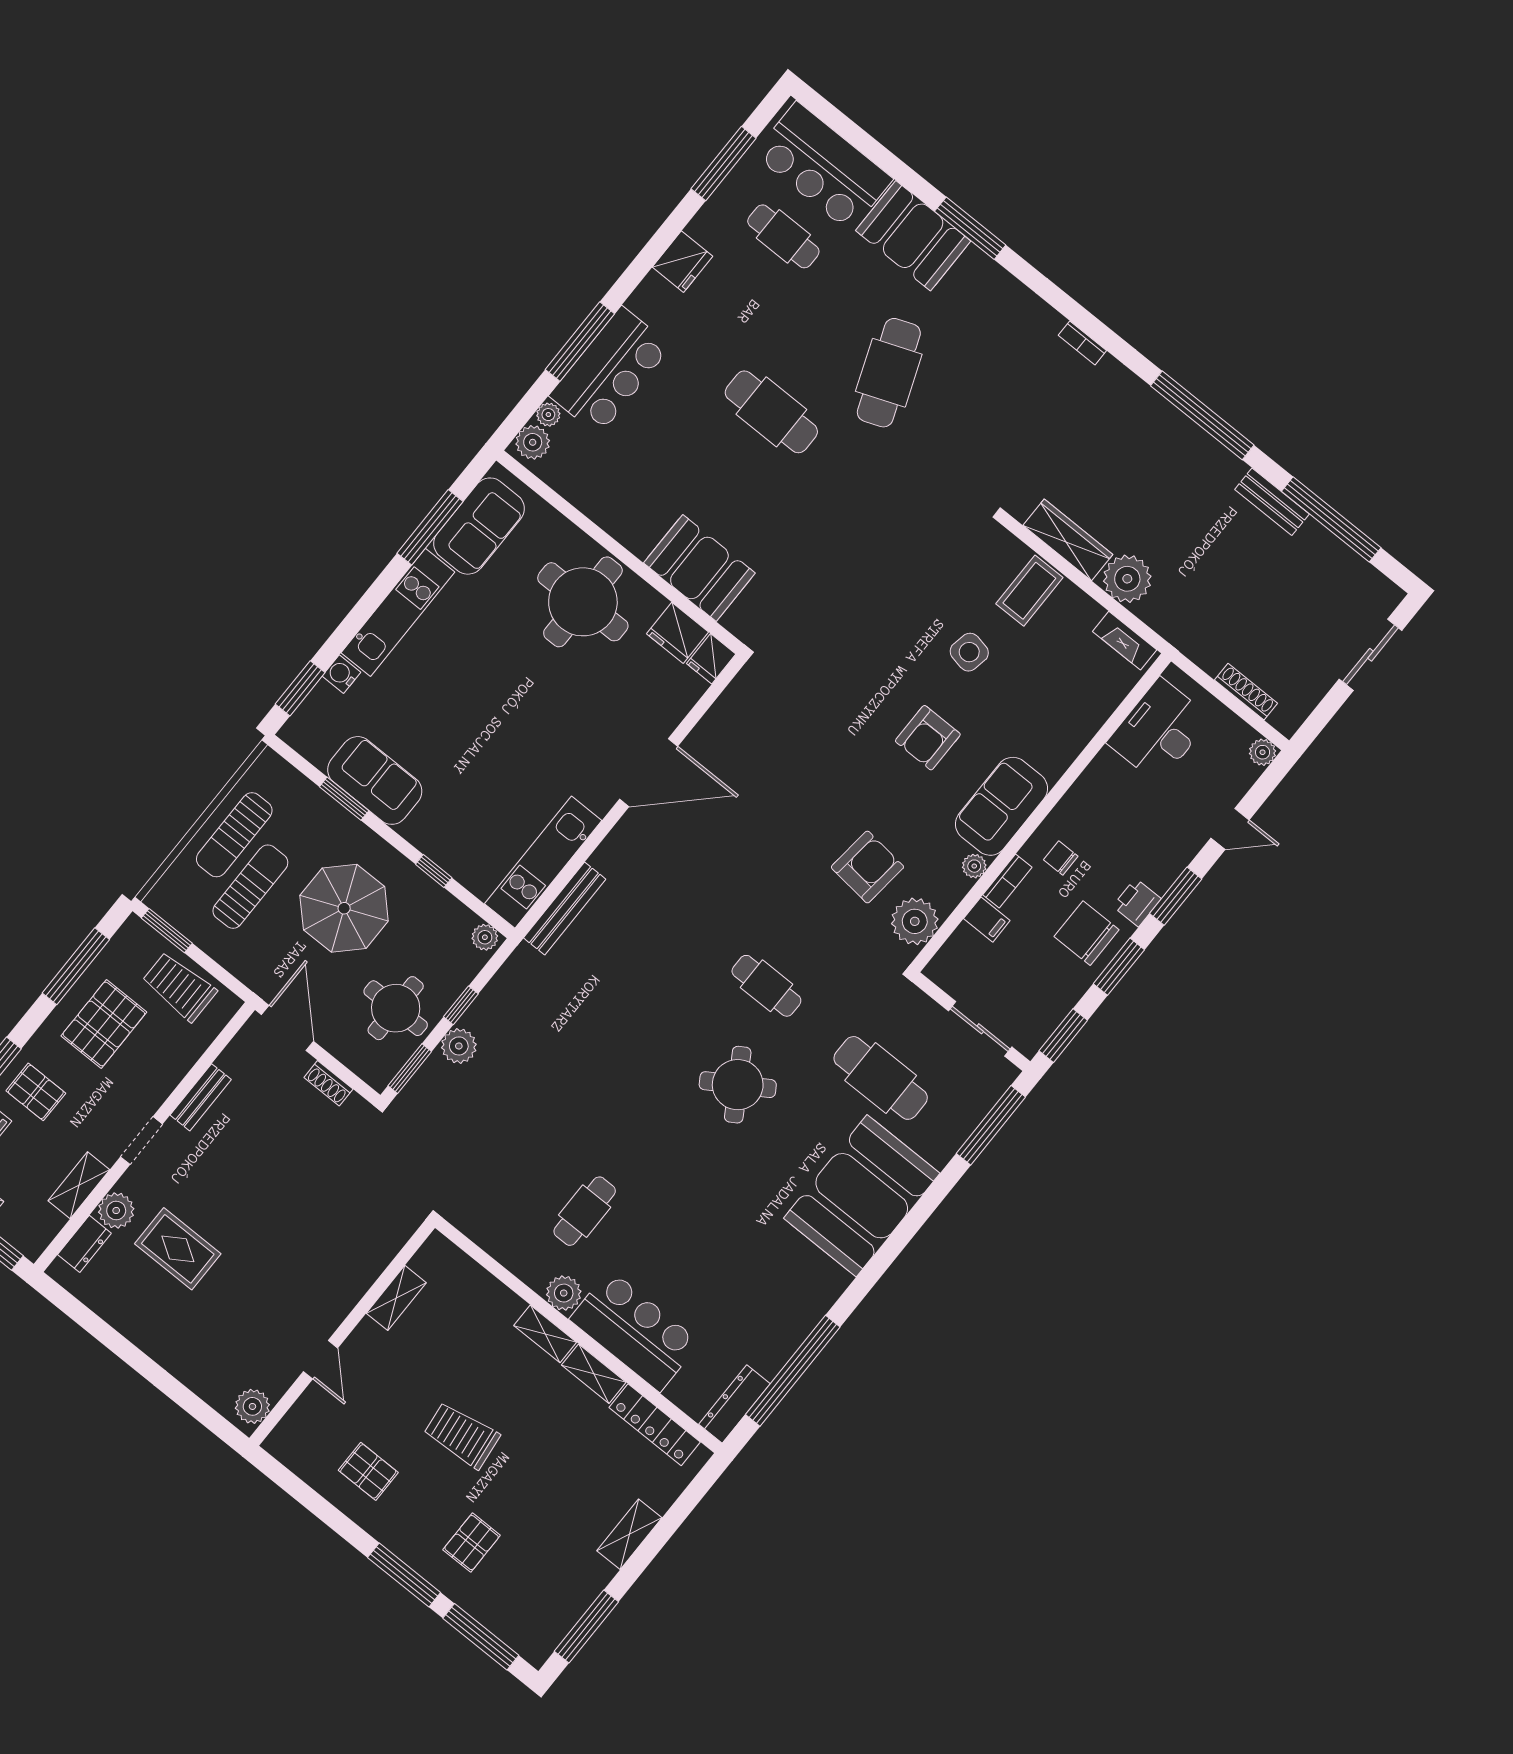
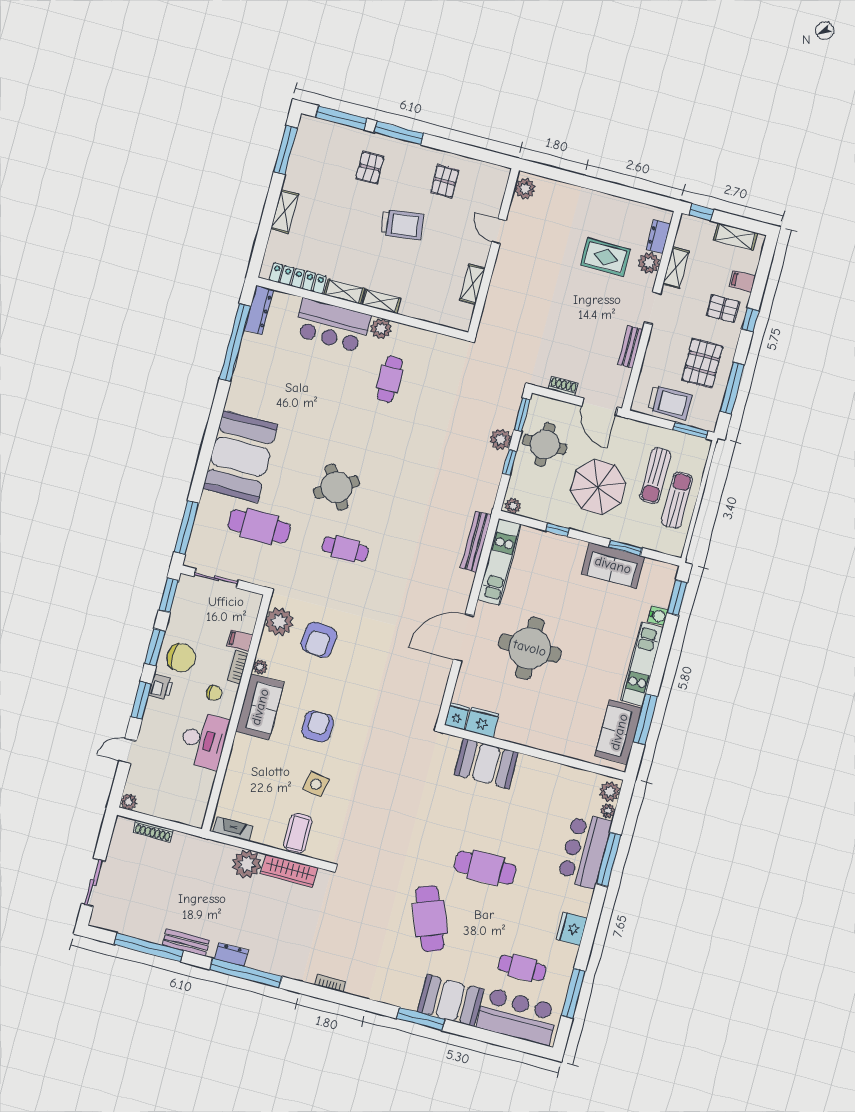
dresser: (1212, 453) -> (231, 955), added
round table: (583, 602) -> (530, 648), moved
desk: (1159, 730) -> (204, 740), moved
pallet: (368, 1471) -> (445, 181), turned 90

